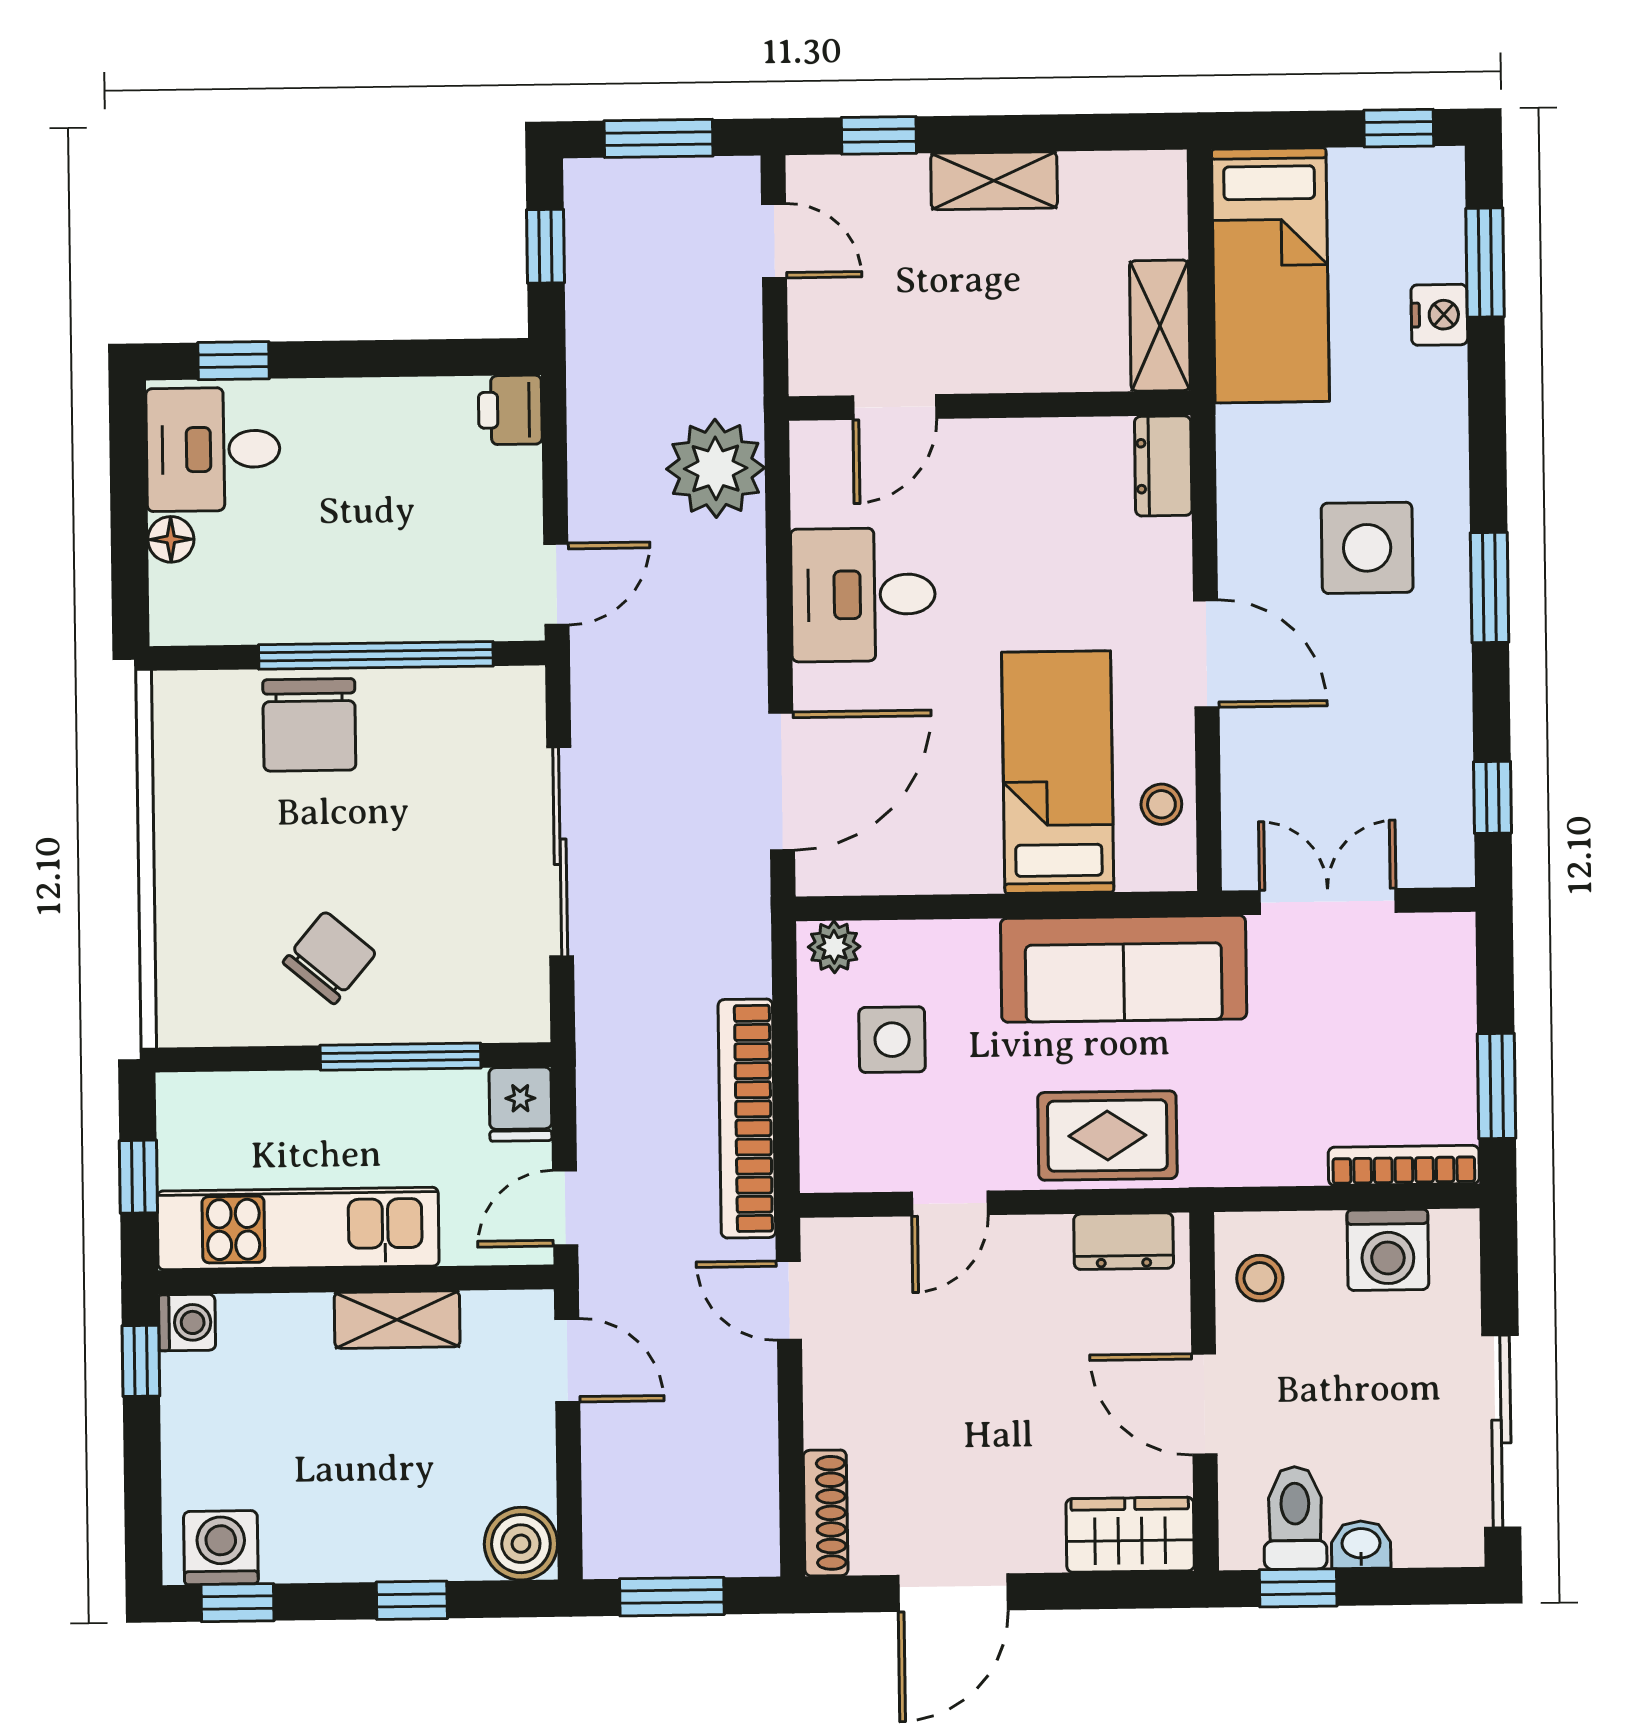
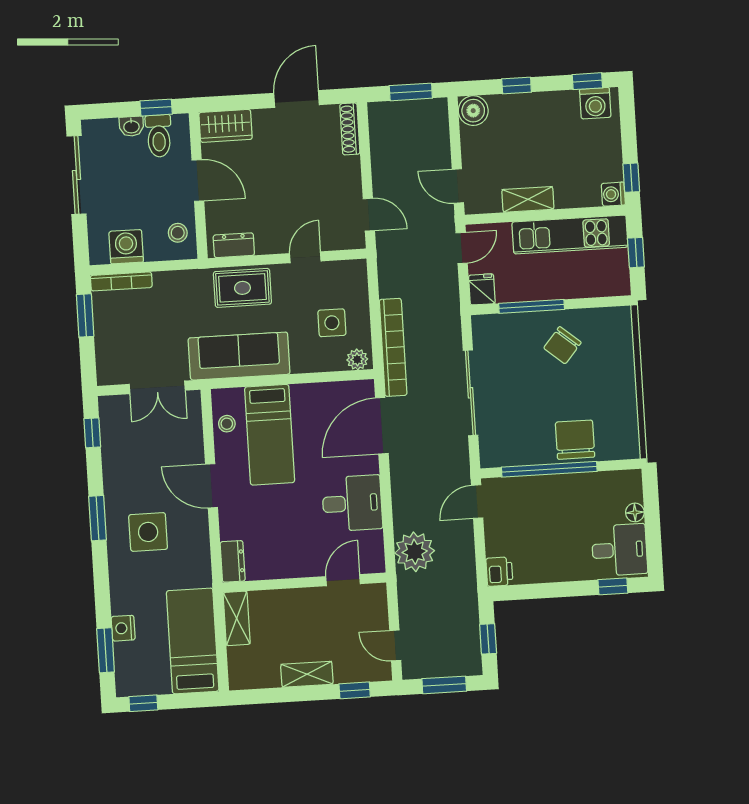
bookcase: (747, 1118) -> (393, 347), moved

